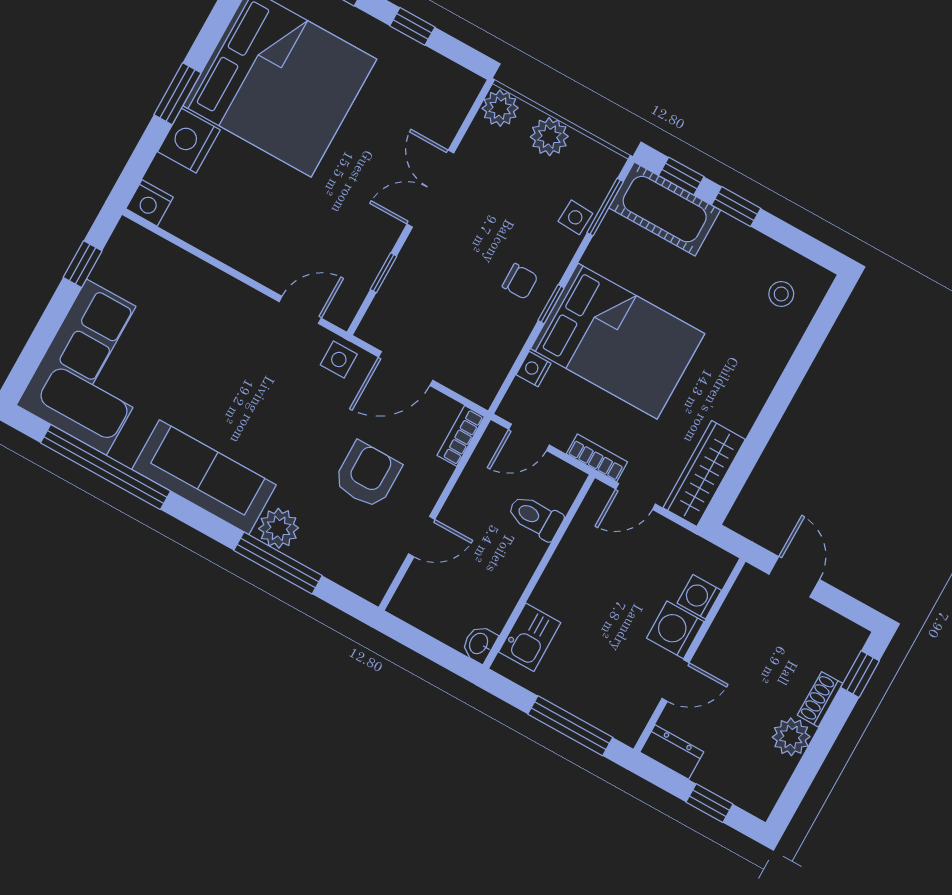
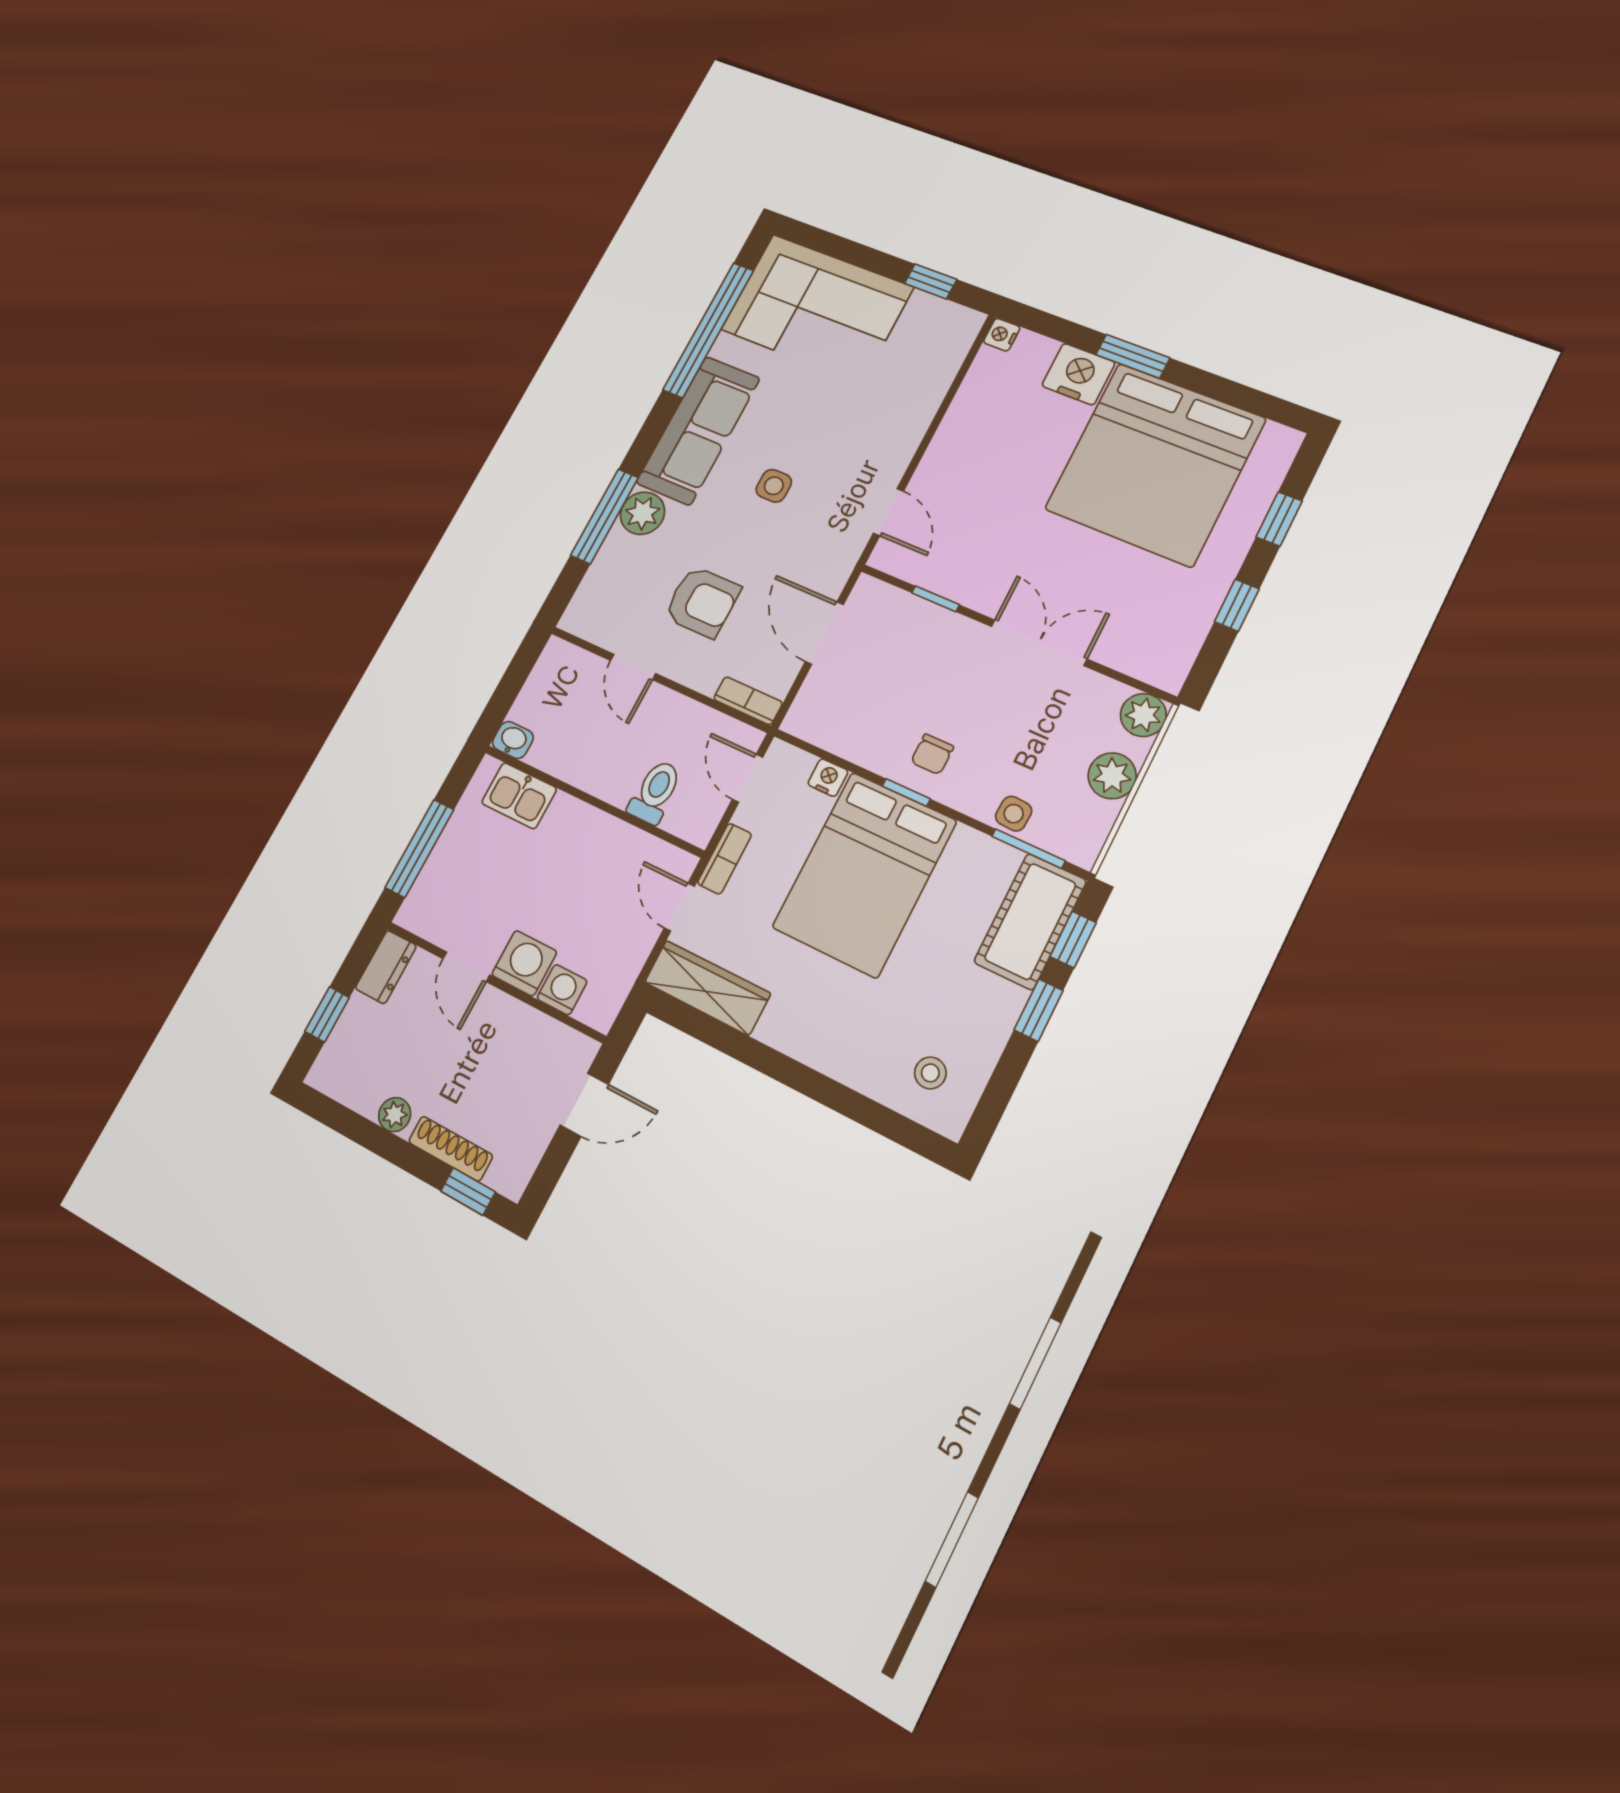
nightstand: (149, 203) -> (1002, 335), width x0.72, depth x0.74
side table: (339, 359) -> (774, 486), moved
shoe rack: (820, 699) -> (451, 1149), width x1.43
plant: (791, 737) -> (395, 1115), width x0.73, depth x0.73

